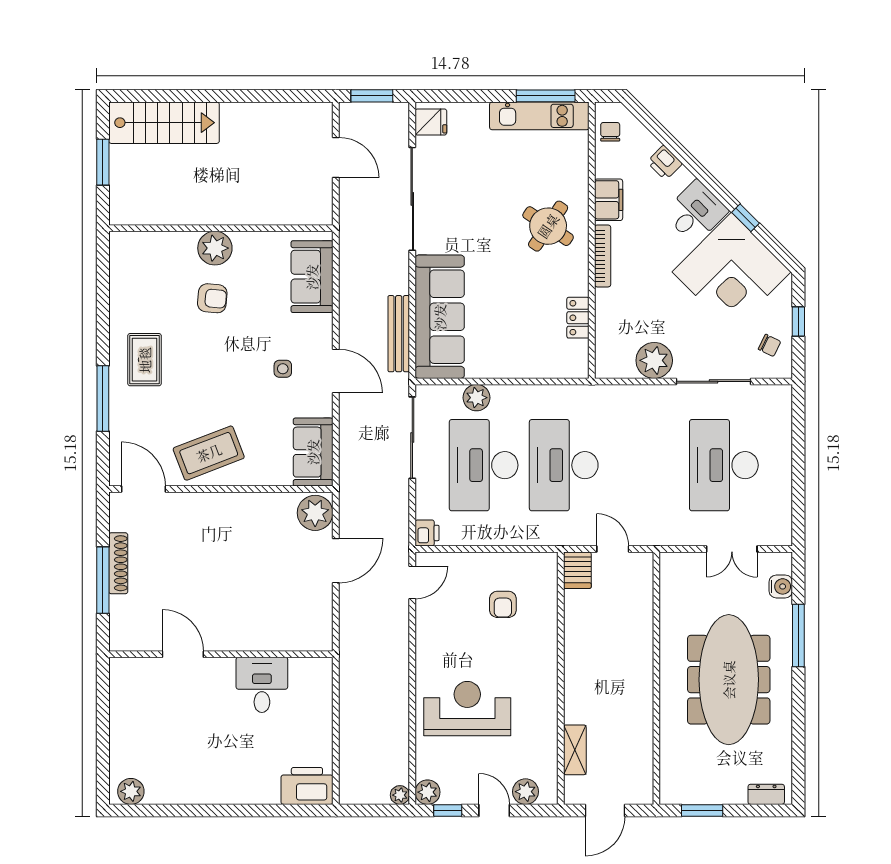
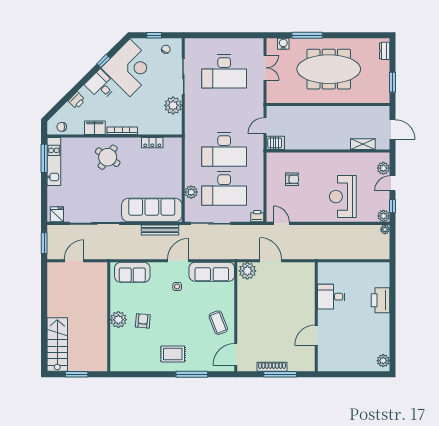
sofa: (313, 452) -> (212, 272), width x1.36
coffee table: (209, 453) -> (218, 323), width x0.73, depth x0.76
printer: (307, 786) -> (381, 300), moved

